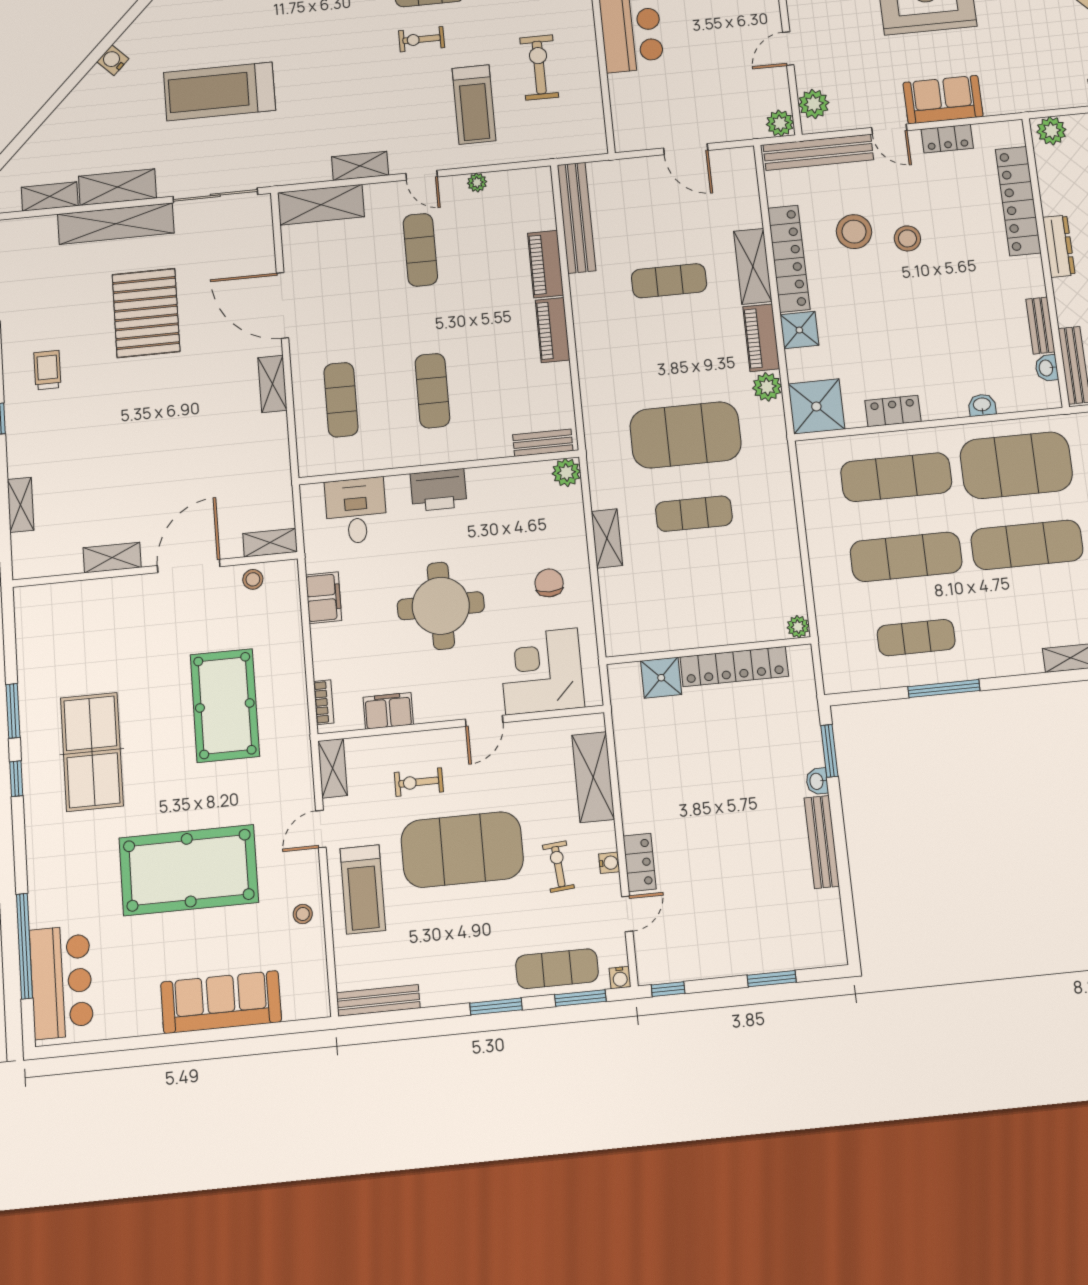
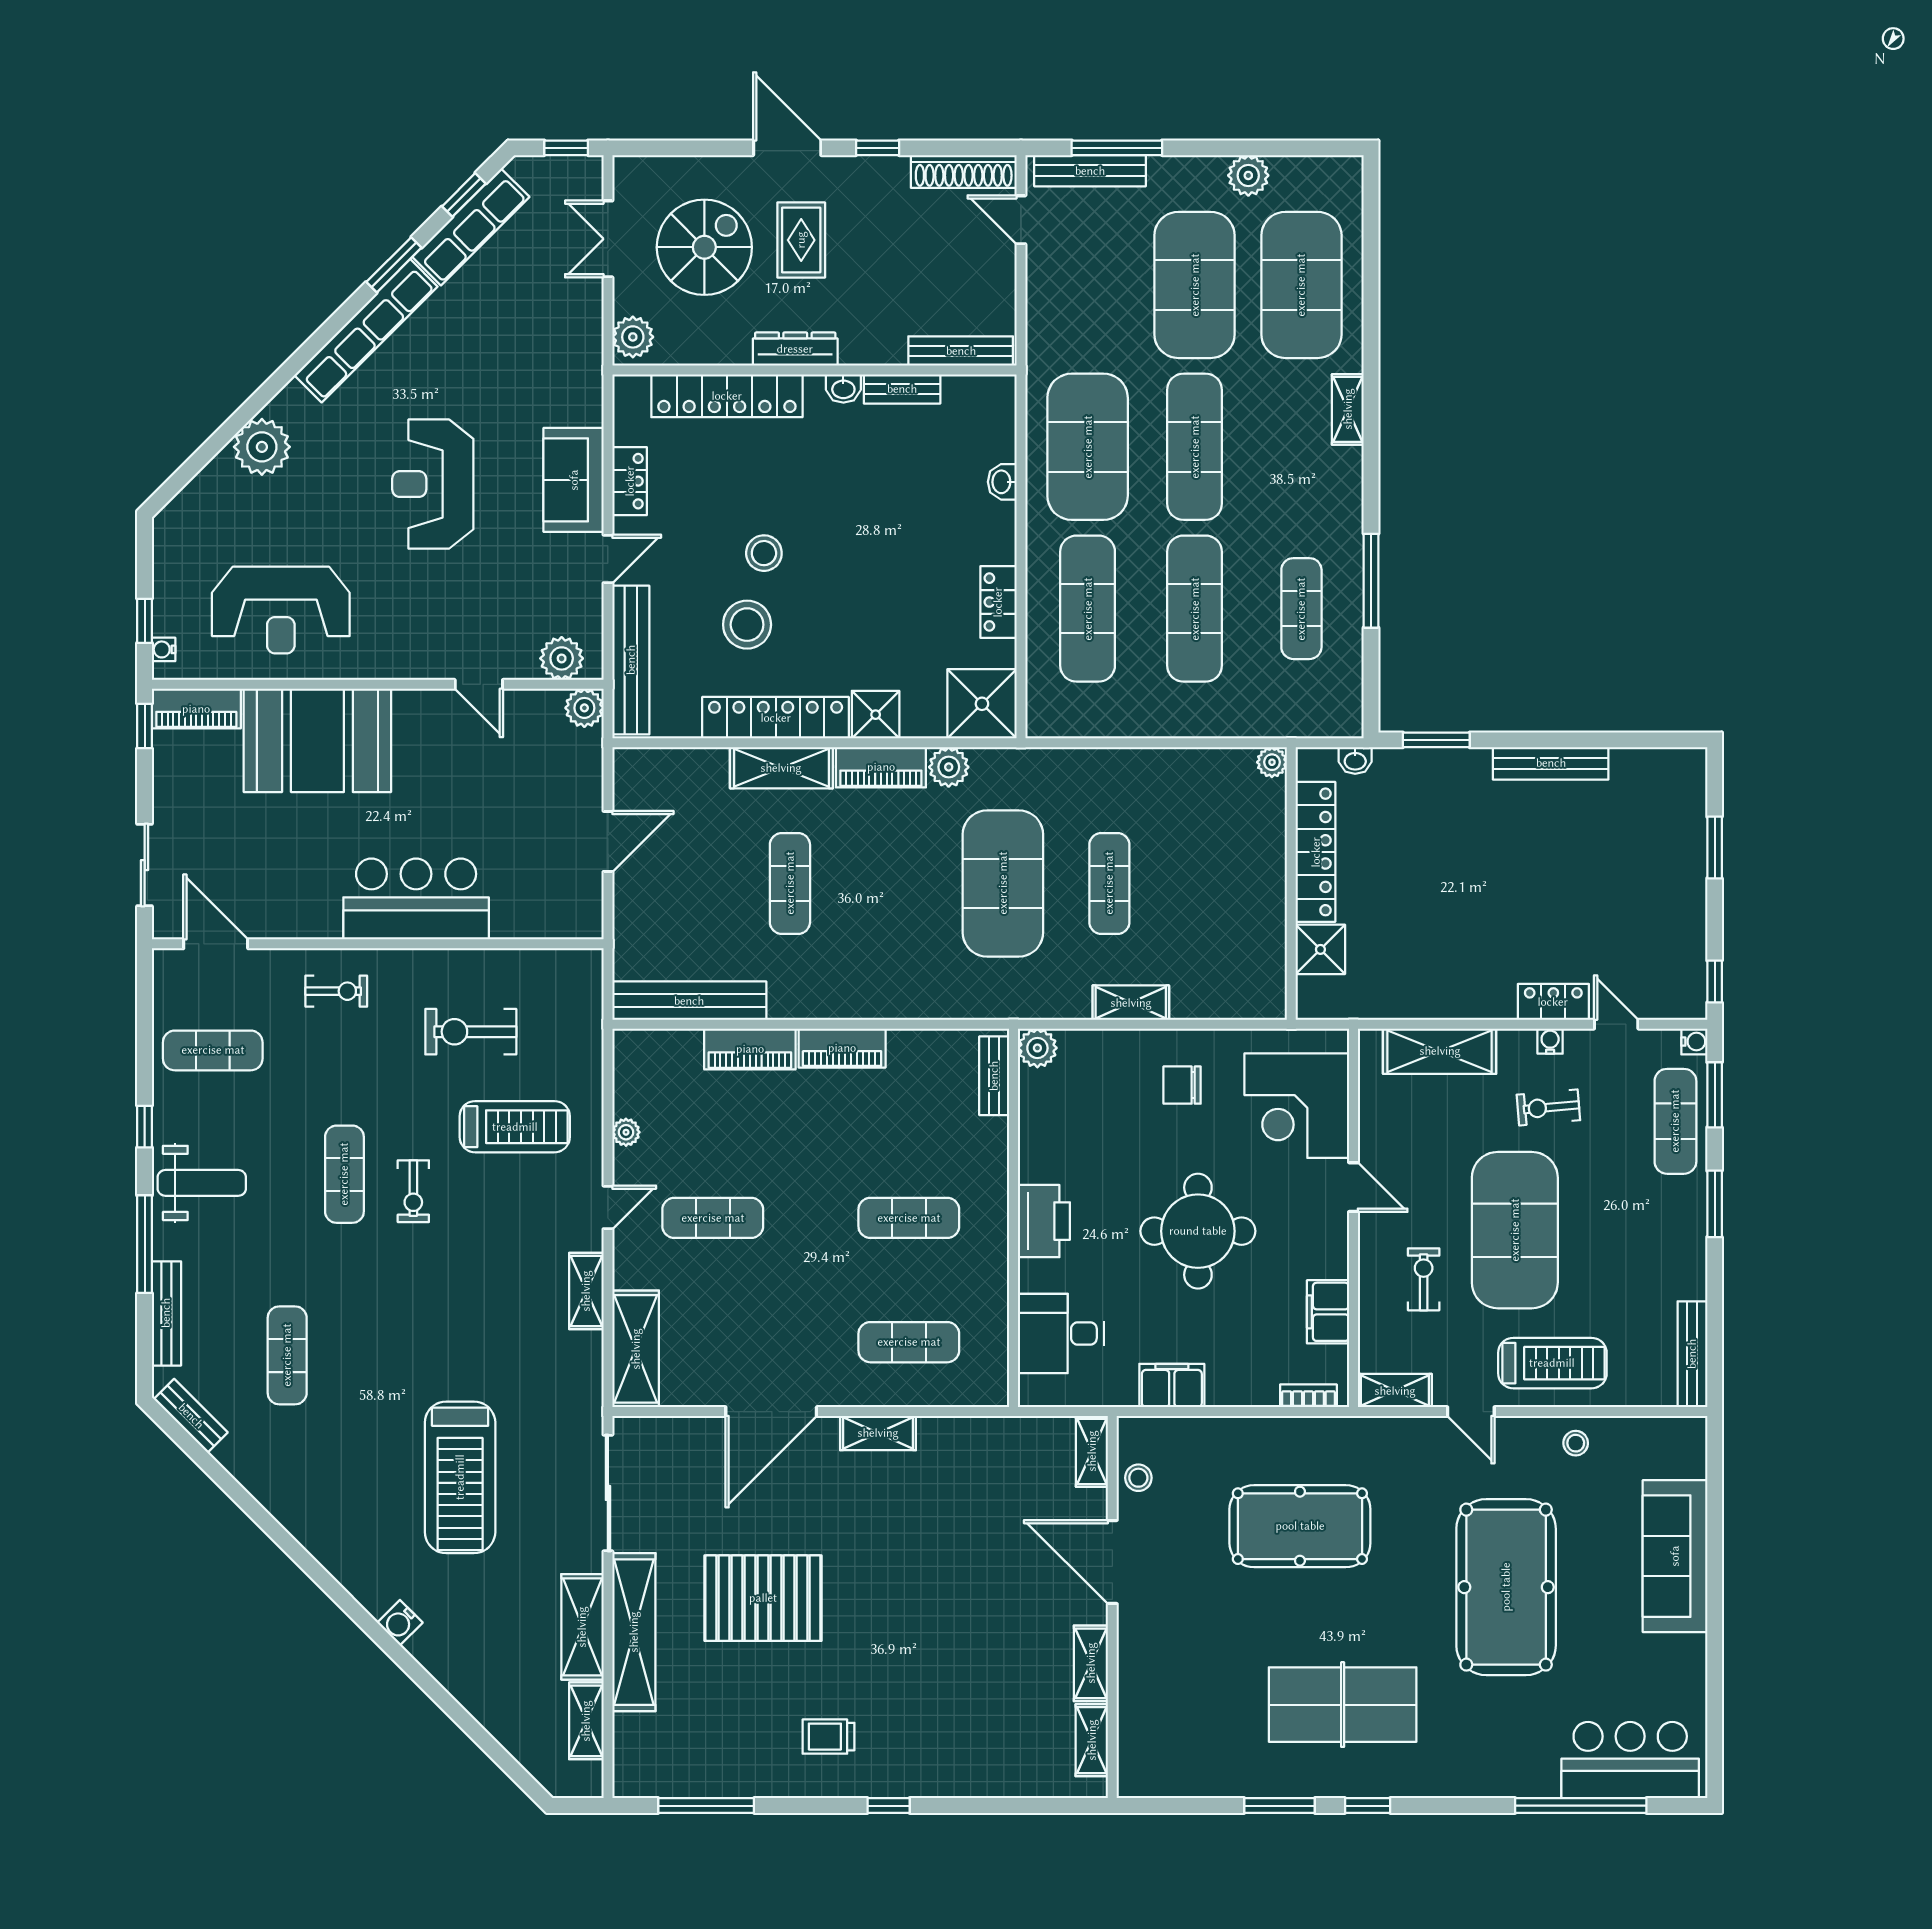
washbasin: (1047, 368) -> (843, 389), moved
shelving: (21, 505) -> (1092, 1740), moved, turned 90
washbasin: (817, 781) -> (1355, 761), moved
exercise bike: (419, 782) -> (1424, 1279), turned 180

